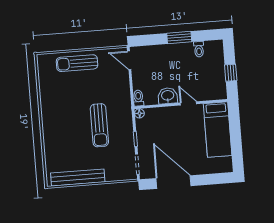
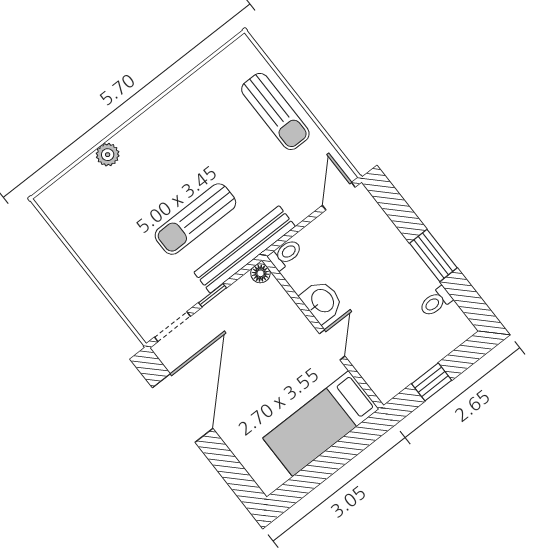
sun lounger: (77, 63) -> (275, 111), turned 180
plant: (49, 144) -> (108, 155), added
bench: (78, 178) -> (245, 249), moved, turned 90

